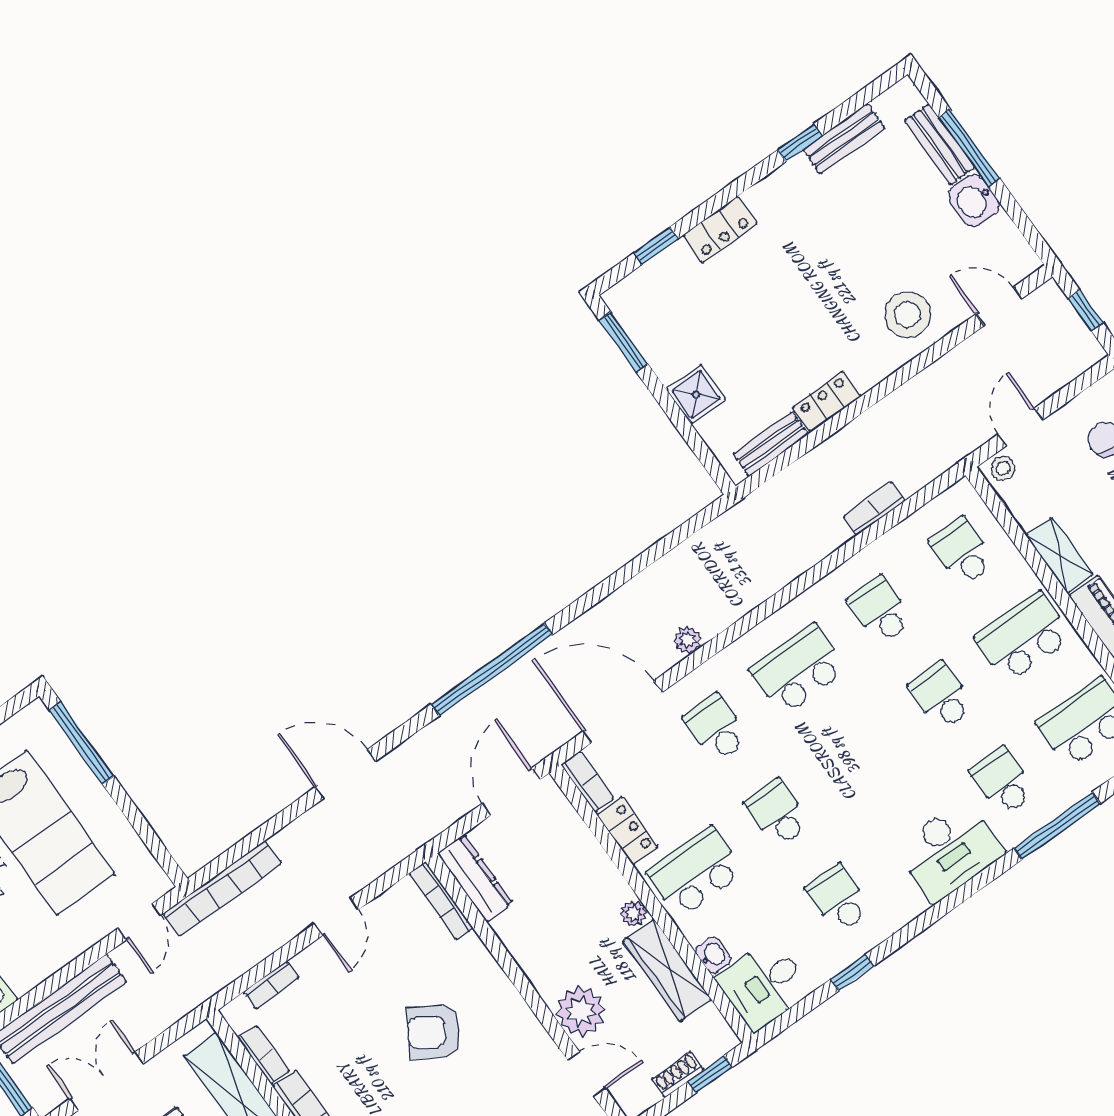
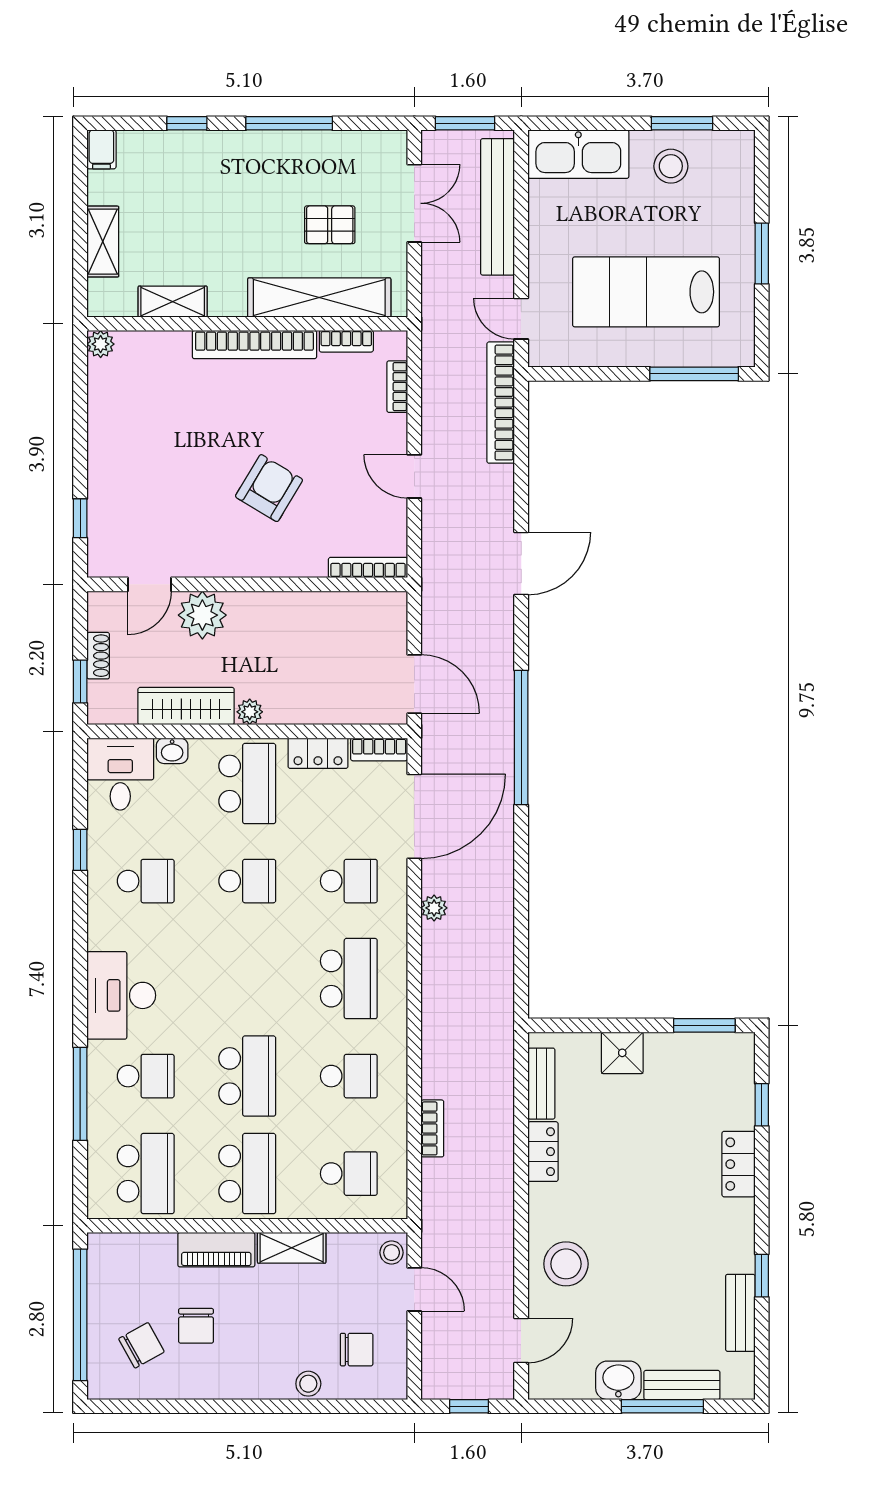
school desk: (942, 696) -> (247, 1076), width x1.85
dresser: (475, 878) -> (367, 607), removed

